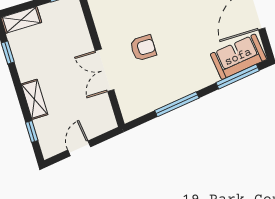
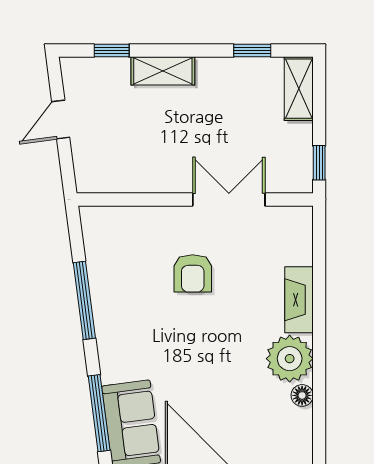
double door: (105, 70) -> (229, 199), moved
door: (79, 148) -> (61, 119), swing flipped

